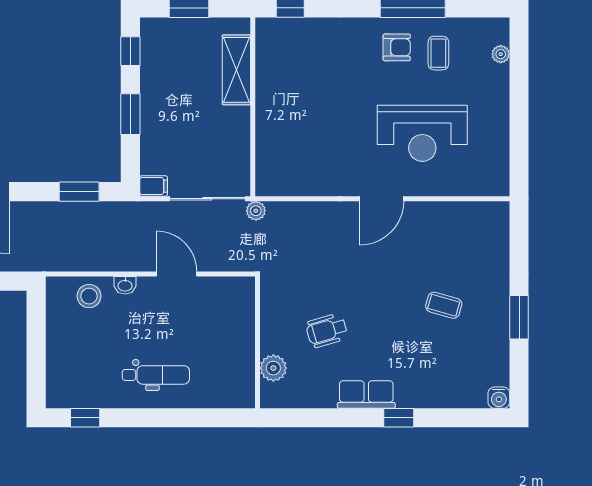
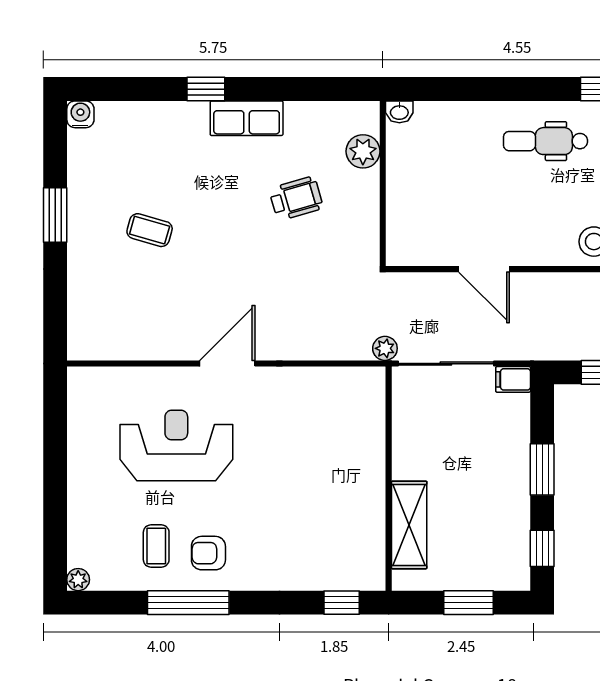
plant: (501, 54) -> (78, 580), moved
washbasin: (125, 285) -> (399, 112), moved, turned 180
dental chair: (156, 375) -> (545, 141), moved

